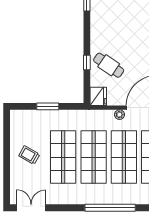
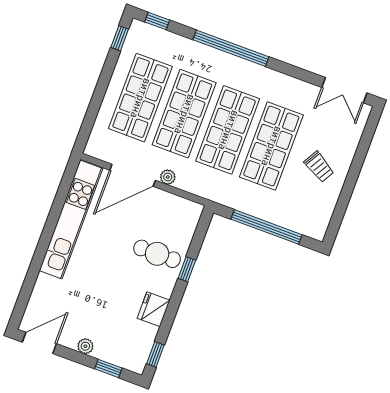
cafe table: (109, 65) -> (157, 254), turned -34
fridge: (98, 96) -> (154, 309), moved
window: (48, 106) -> (266, 227), width x2.11

